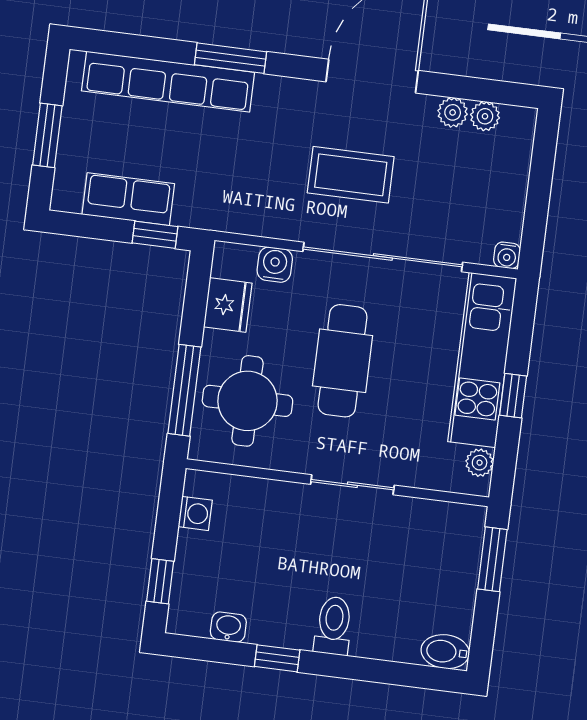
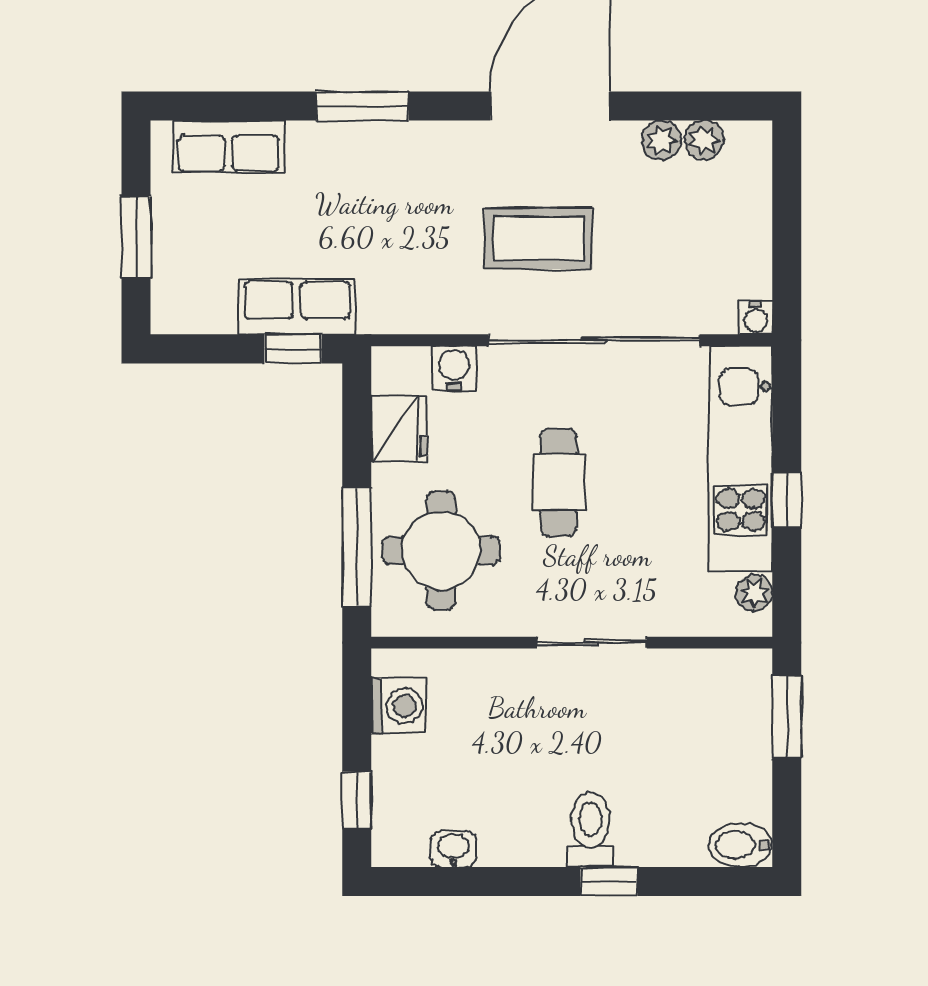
row of seats: (168, 82) -> (229, 147), width x0.50
row of seats: (128, 199) -> (297, 307), moved
cafe table: (343, 361) -> (558, 482), width x0.73, depth x0.74
washing machine: (195, 513) -> (399, 706), width x1.38, depth x1.38
window: (277, 658) -> (609, 882), moved

